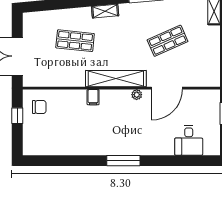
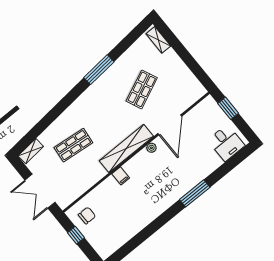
shelving: (105, 11) -> (31, 151), moved
desk: (189, 140) -> (226, 143), moved
window: (123, 161) -> (195, 193), moved

